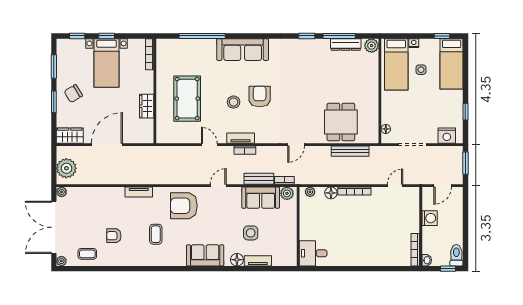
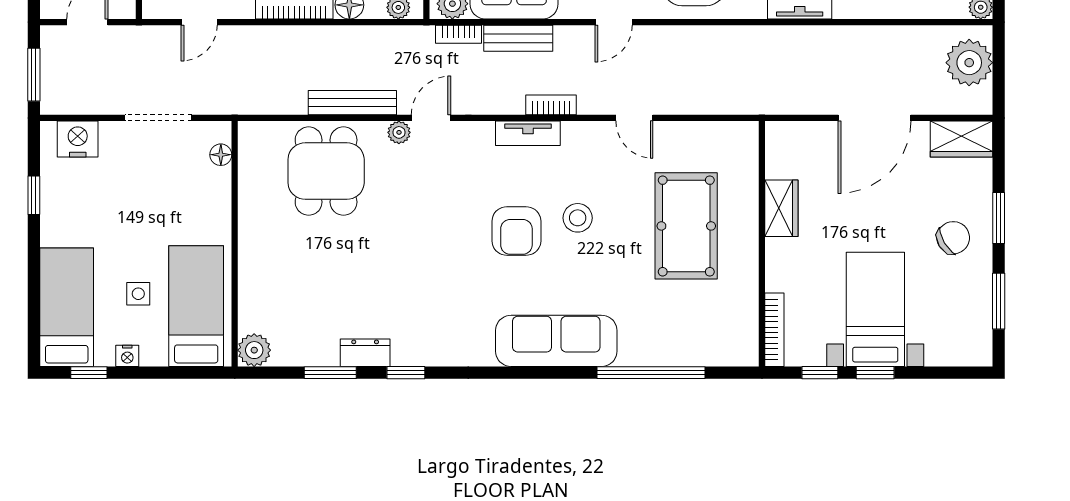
window: (77, 36) -> (820, 373), moved
window: (339, 36) -> (330, 373), width x0.69
nightstand: (414, 43) -> (127, 356), moved
dresser: (346, 44) -> (365, 353), moved, width x0.70
tv unit: (241, 138) -> (528, 133), moved
plant: (310, 138) -> (399, 132), added
bench: (350, 151) -> (352, 103), moved

